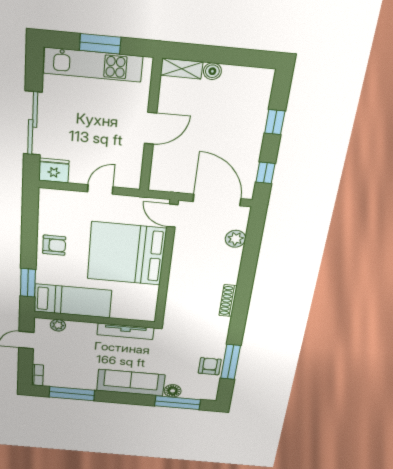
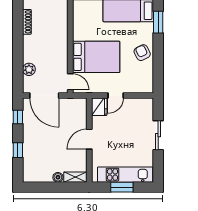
sliding door: (33, 123) -> (158, 135), width x0.73
fridge: (54, 171) -> (99, 107), moved, turned -90
armchair: (54, 245) -> (142, 53), turned 63
bed: (126, 254) -> (96, 57), width x0.73

